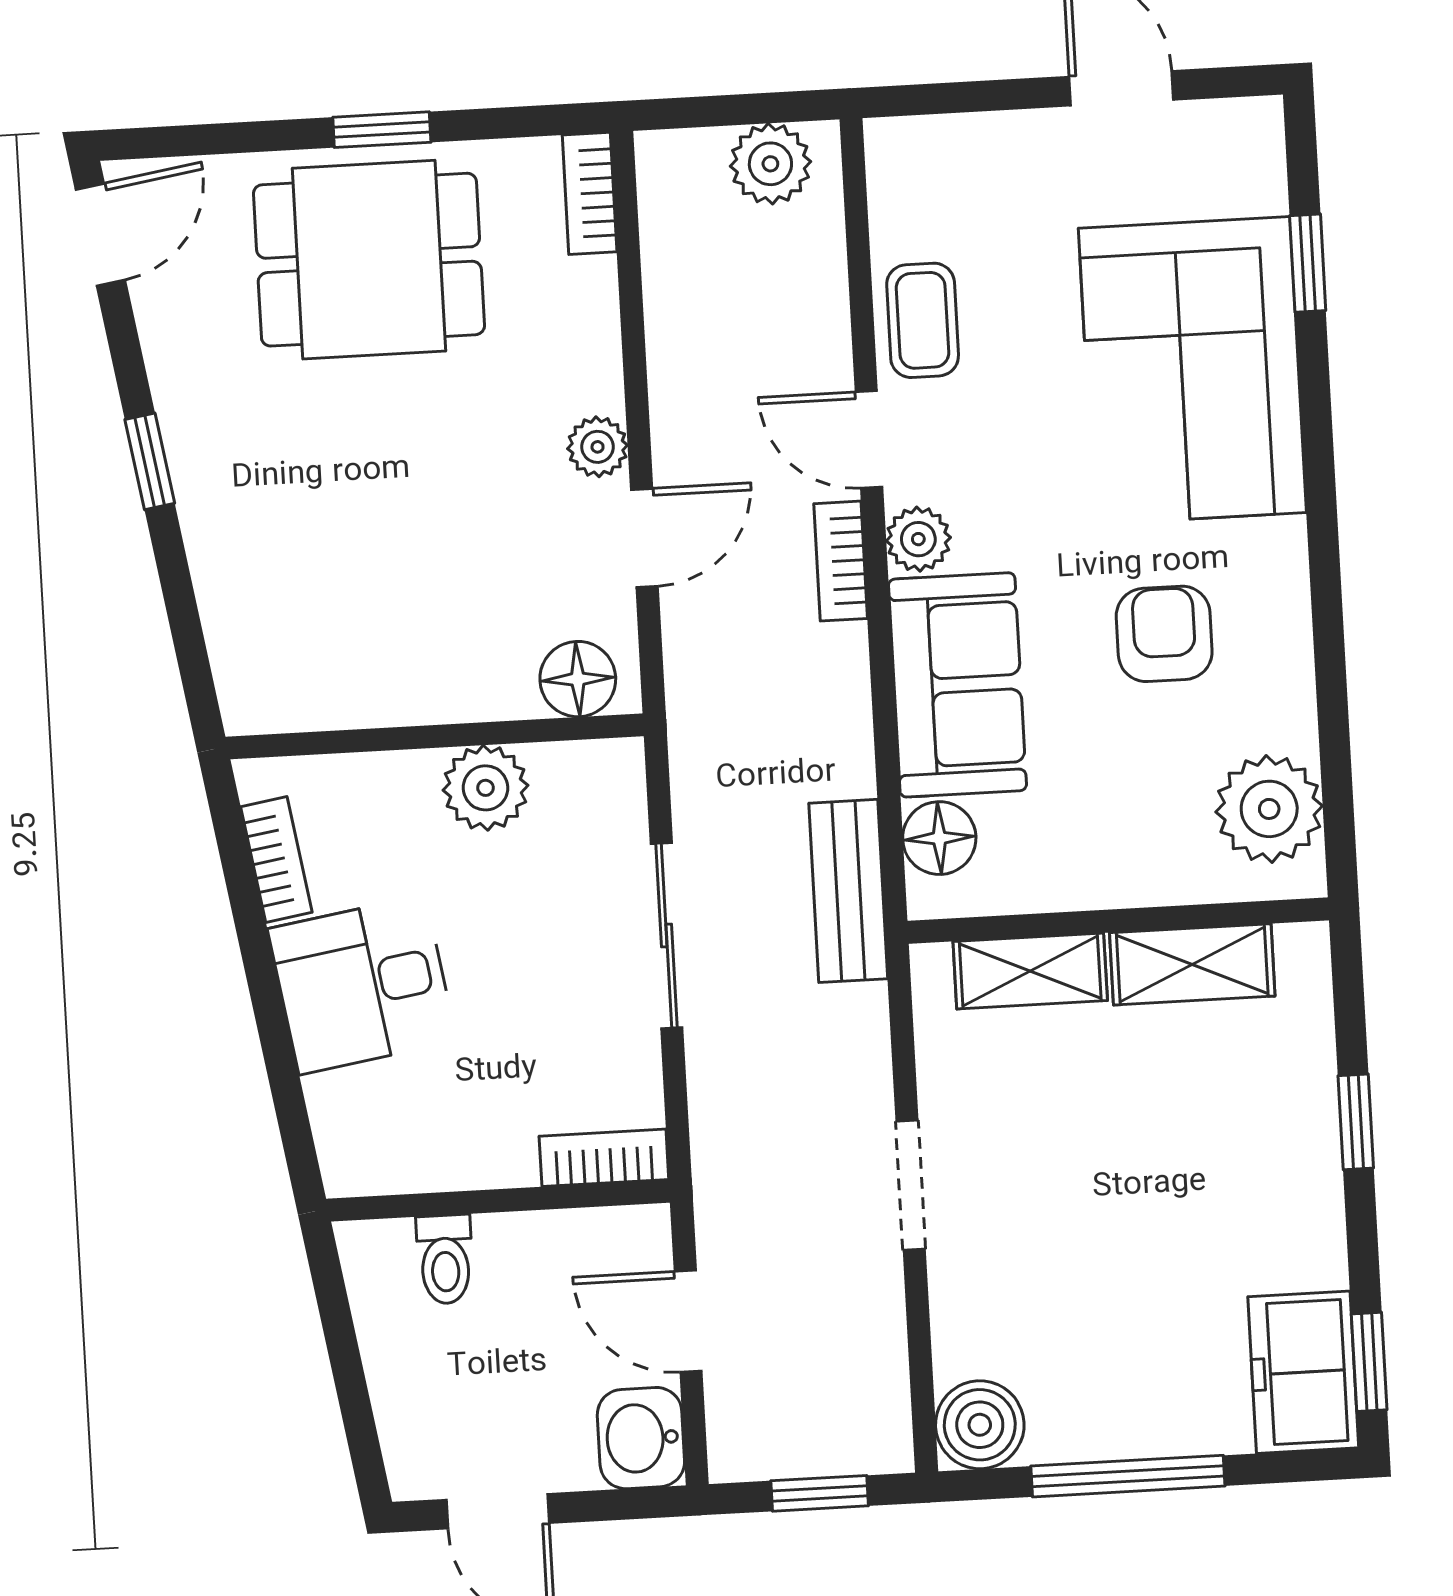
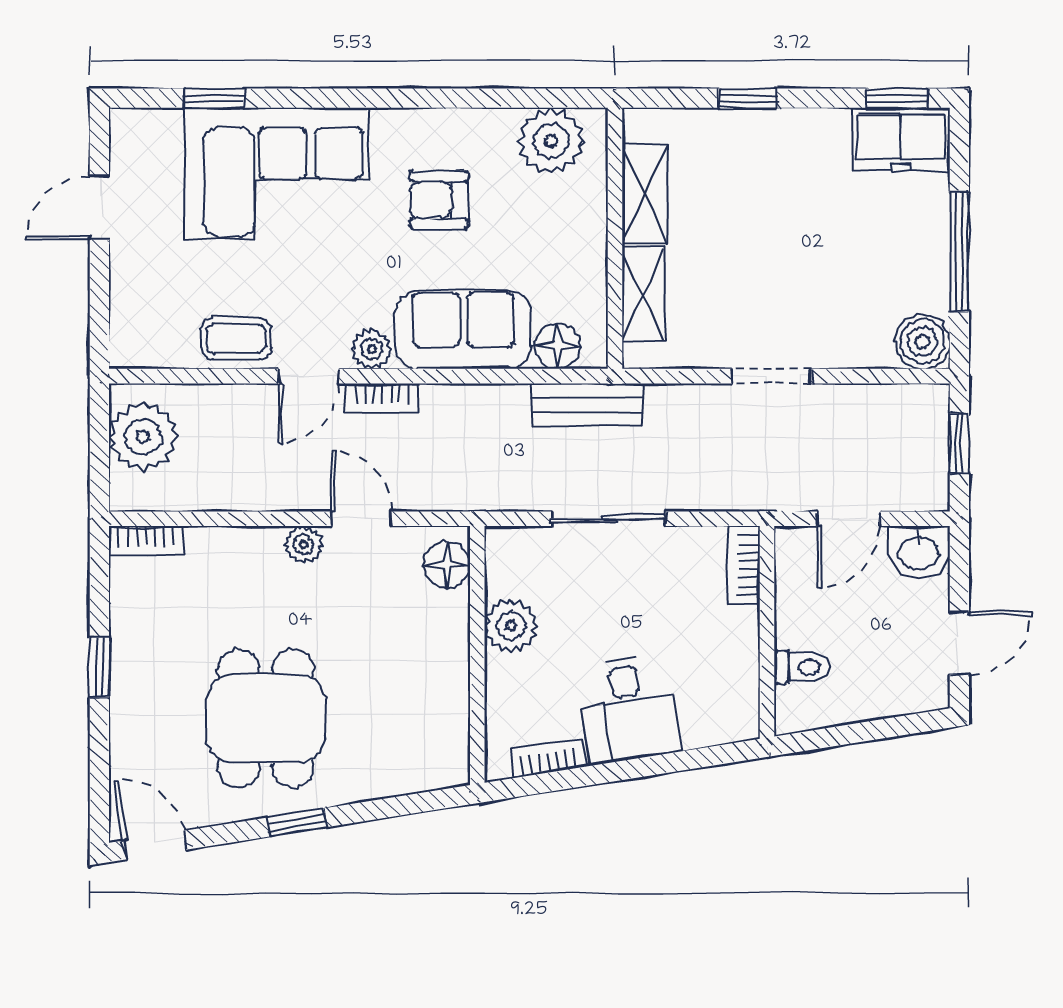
plant: (770, 164) -> (143, 437), width x1.36, depth x1.36
dining table: (369, 260) -> (266, 718), moved

